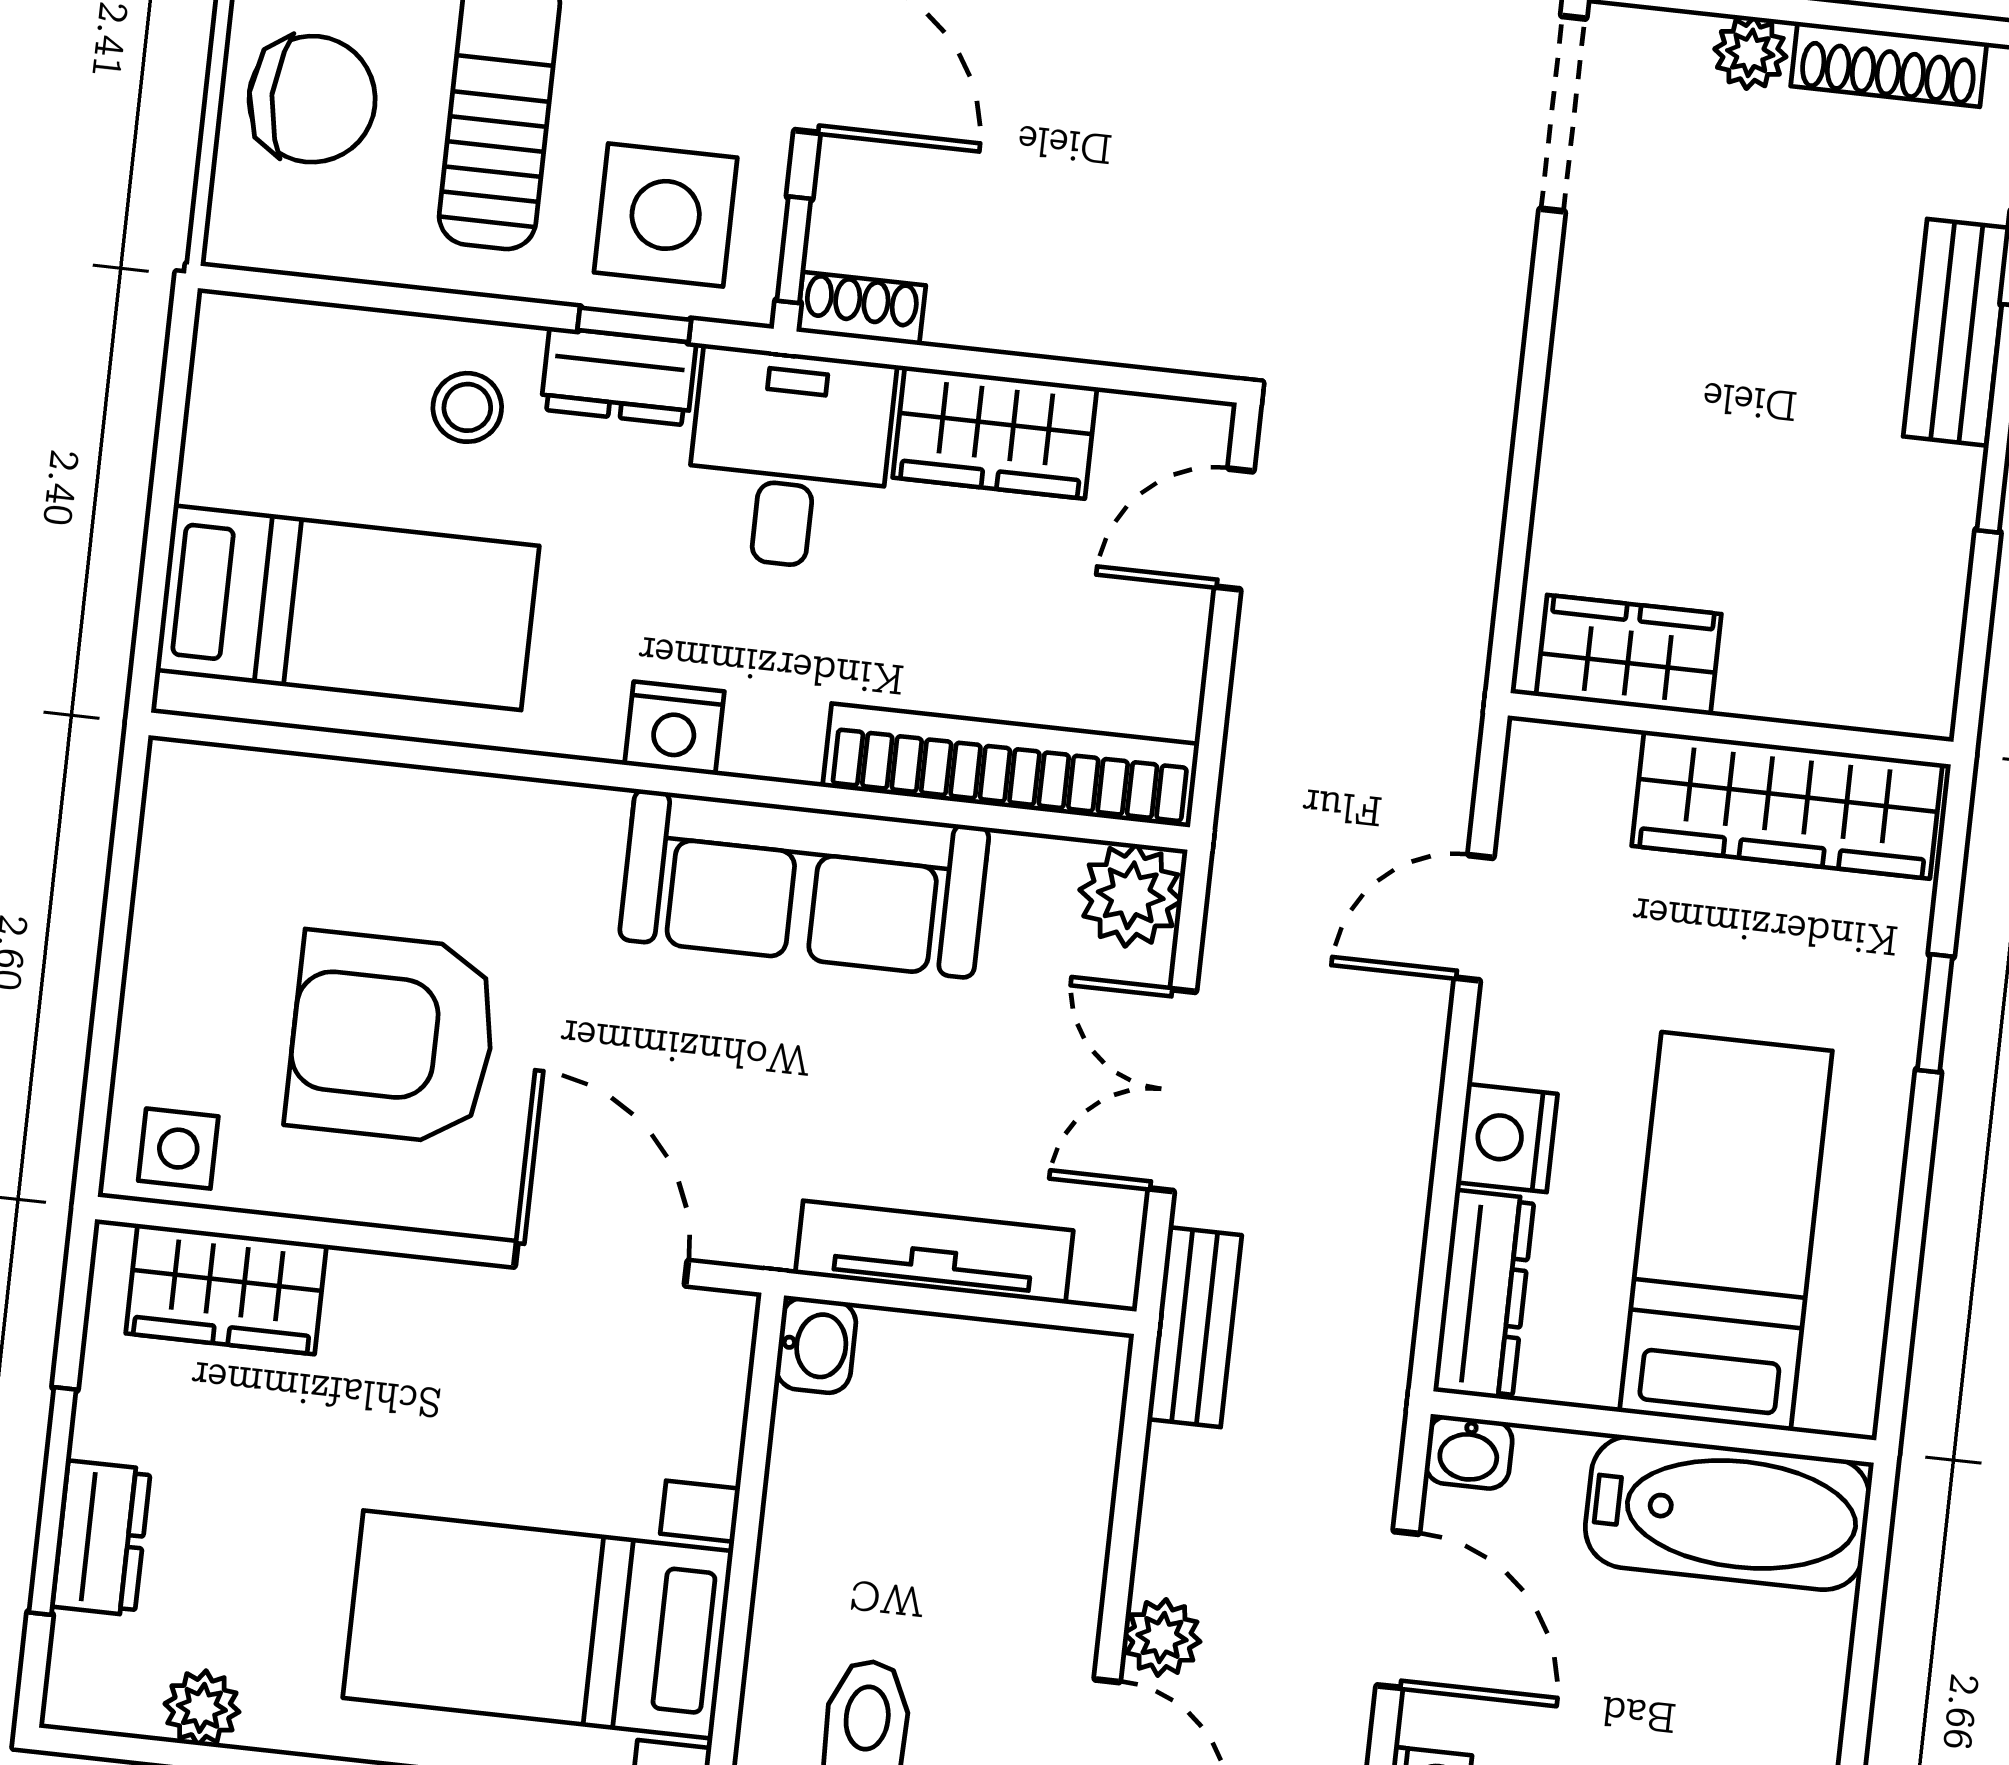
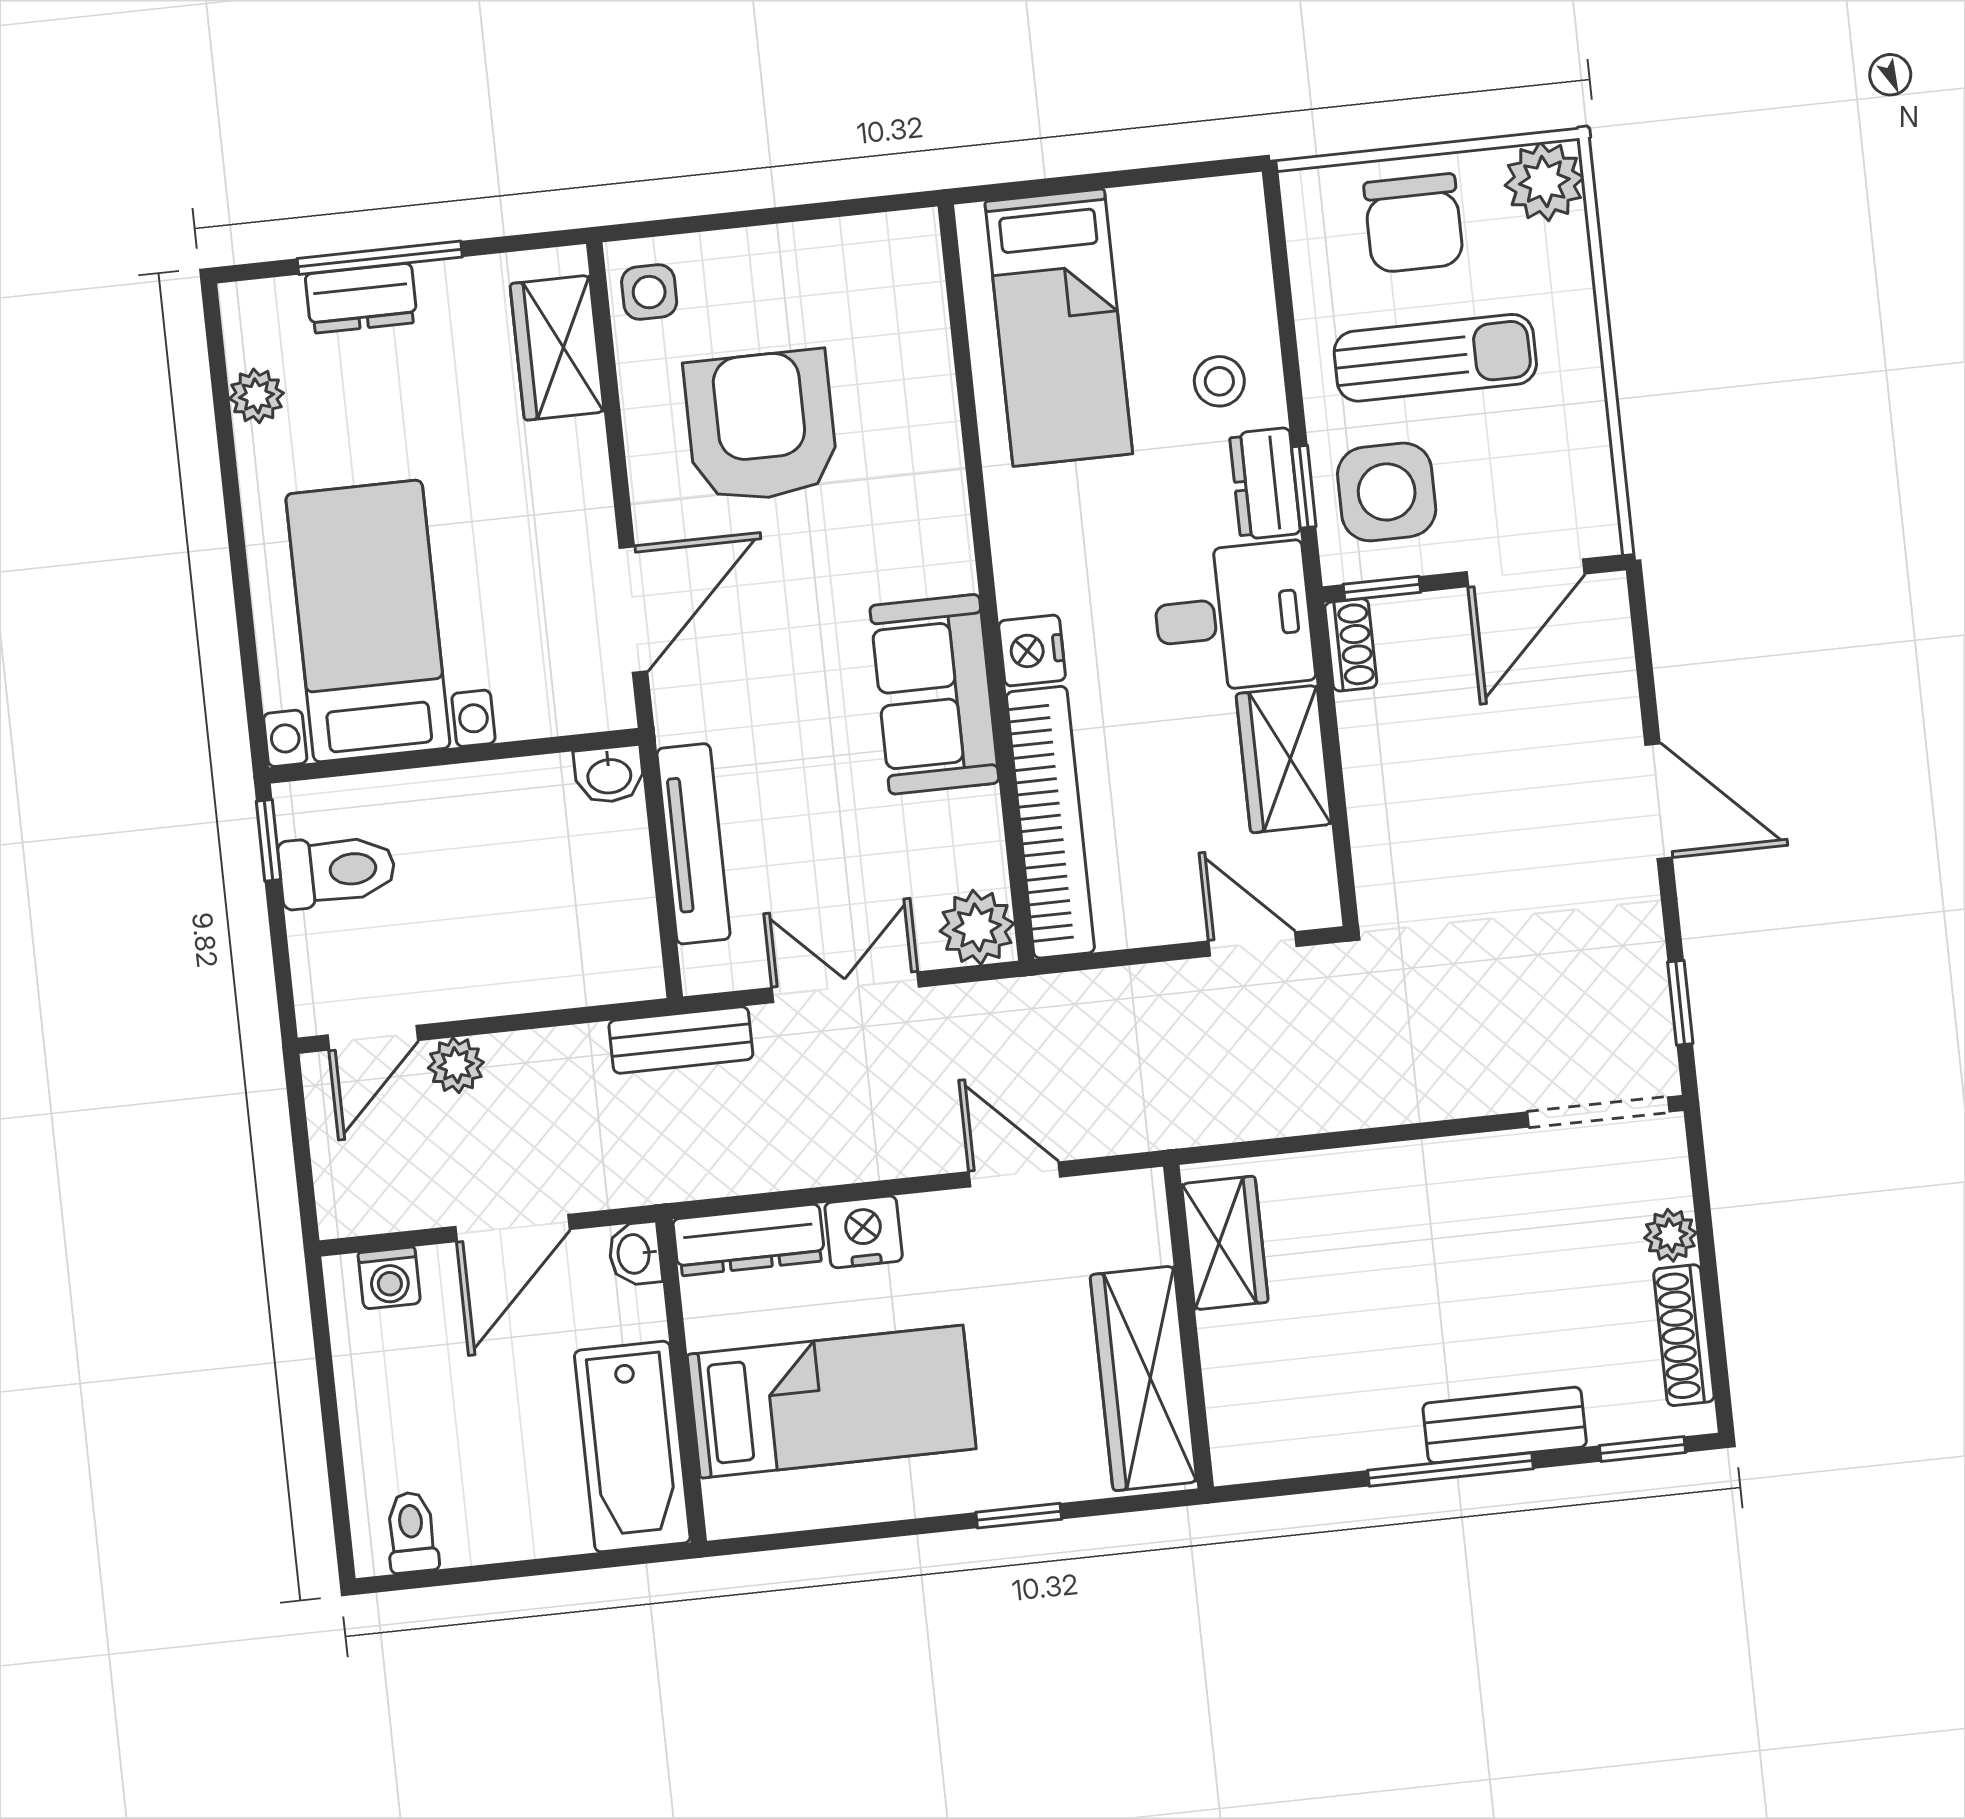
nightstand: (674, 728) -> (1032, 650), moved
sofa: (804, 884) -> (934, 694), width x0.73

